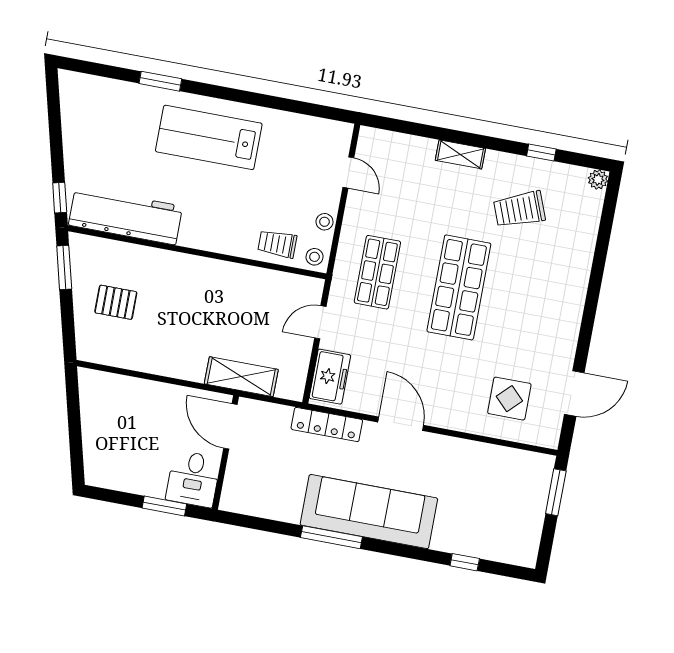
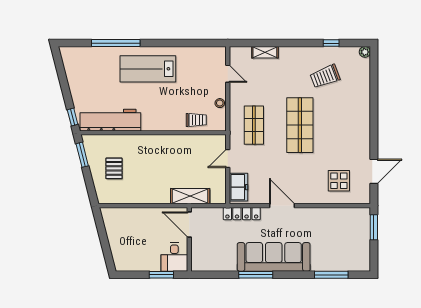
window: (160, 81) -> (116, 43), width x2.11
shelving: (460, 154) -> (265, 52), moved
trolley: (277, 244) -> (196, 120), turned 180
stool: (315, 257) -> (218, 123), removed
pallet: (116, 302) -> (114, 168), turned 90
window: (465, 562) -> (331, 275), width x2.17

